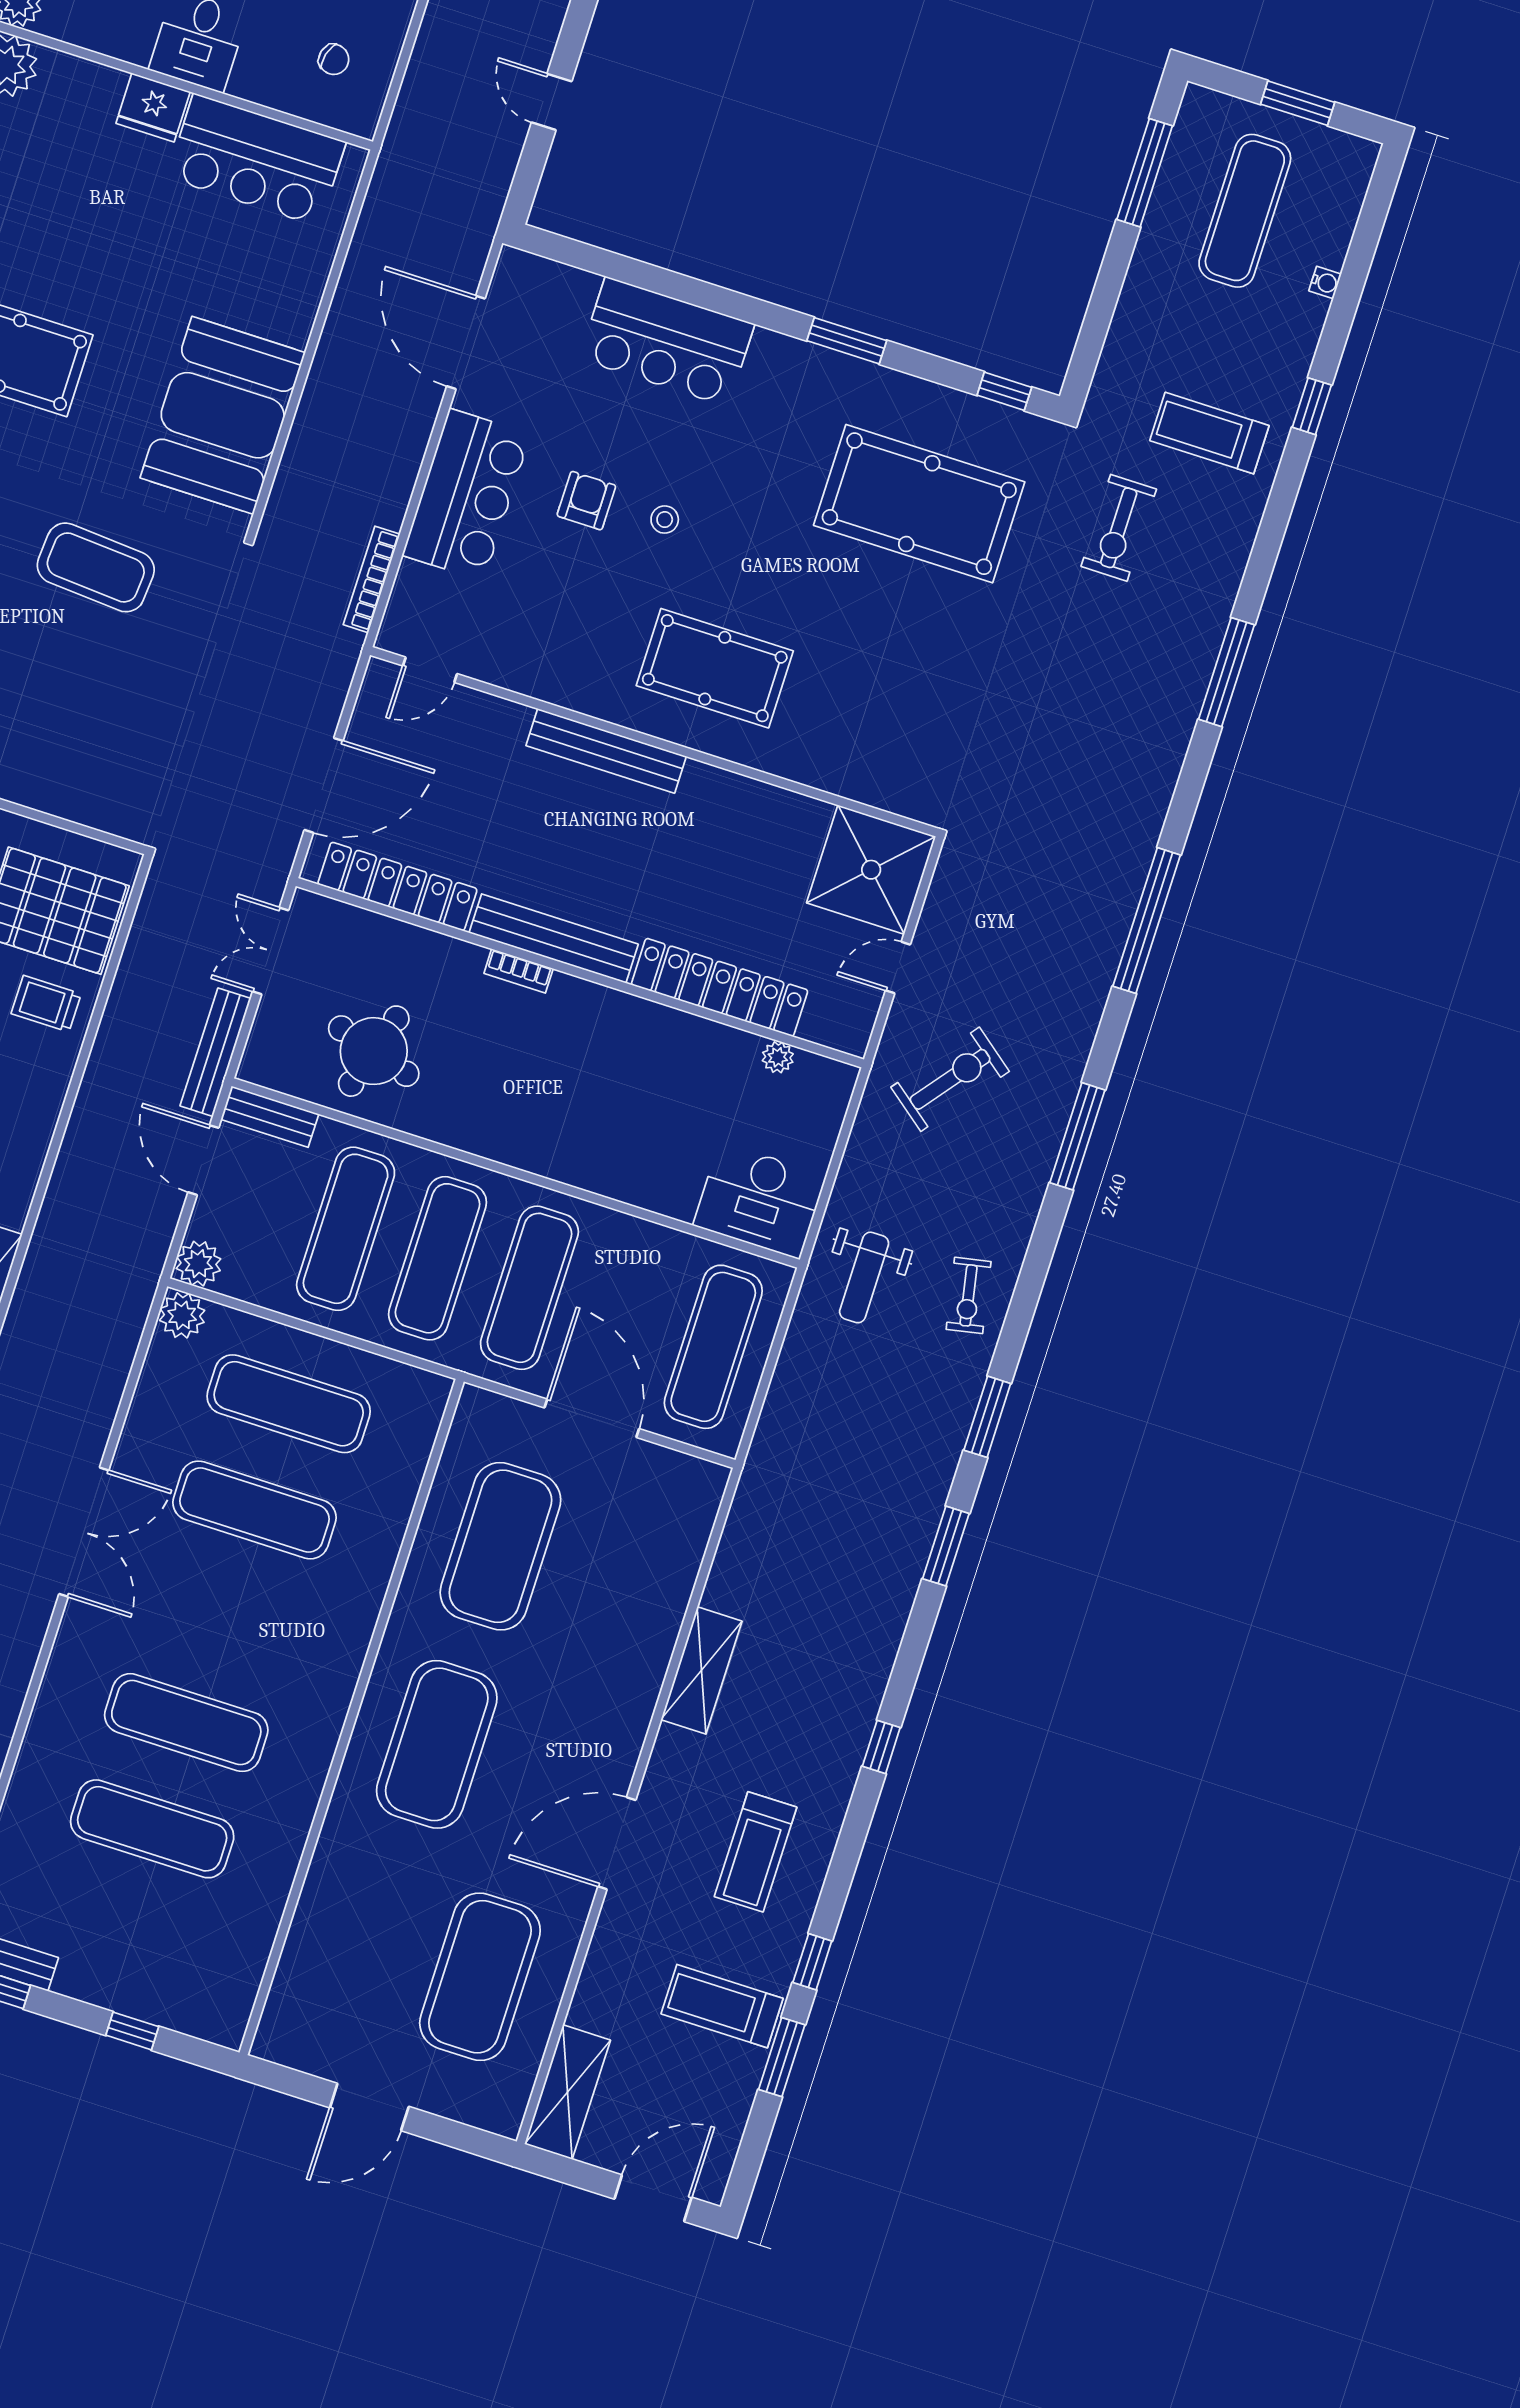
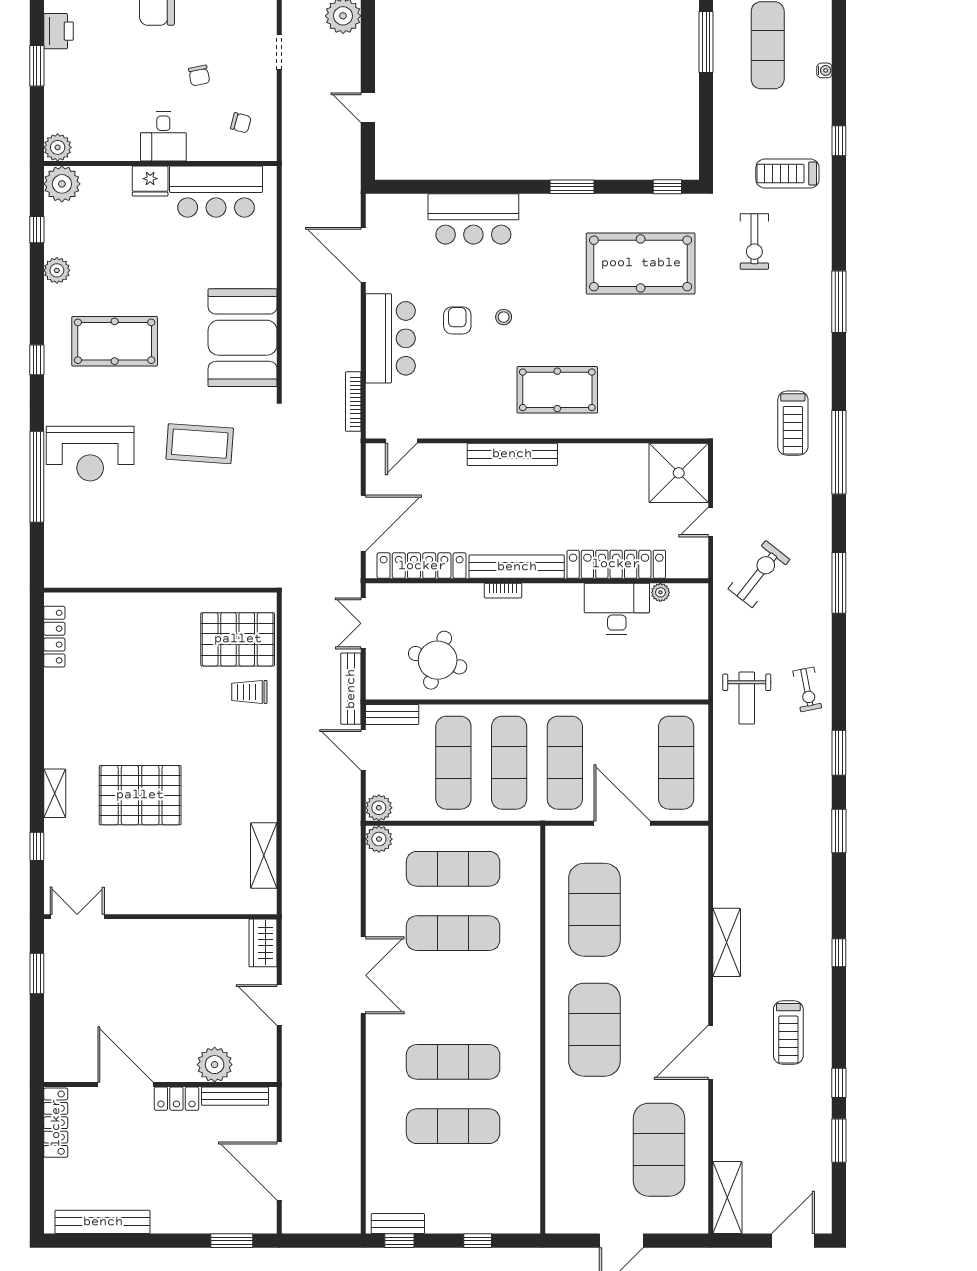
desk: (760, 1200) -> (617, 609), moved, turned 180
treadmill: (722, 2006) -> (793, 423), moved, turned -90

